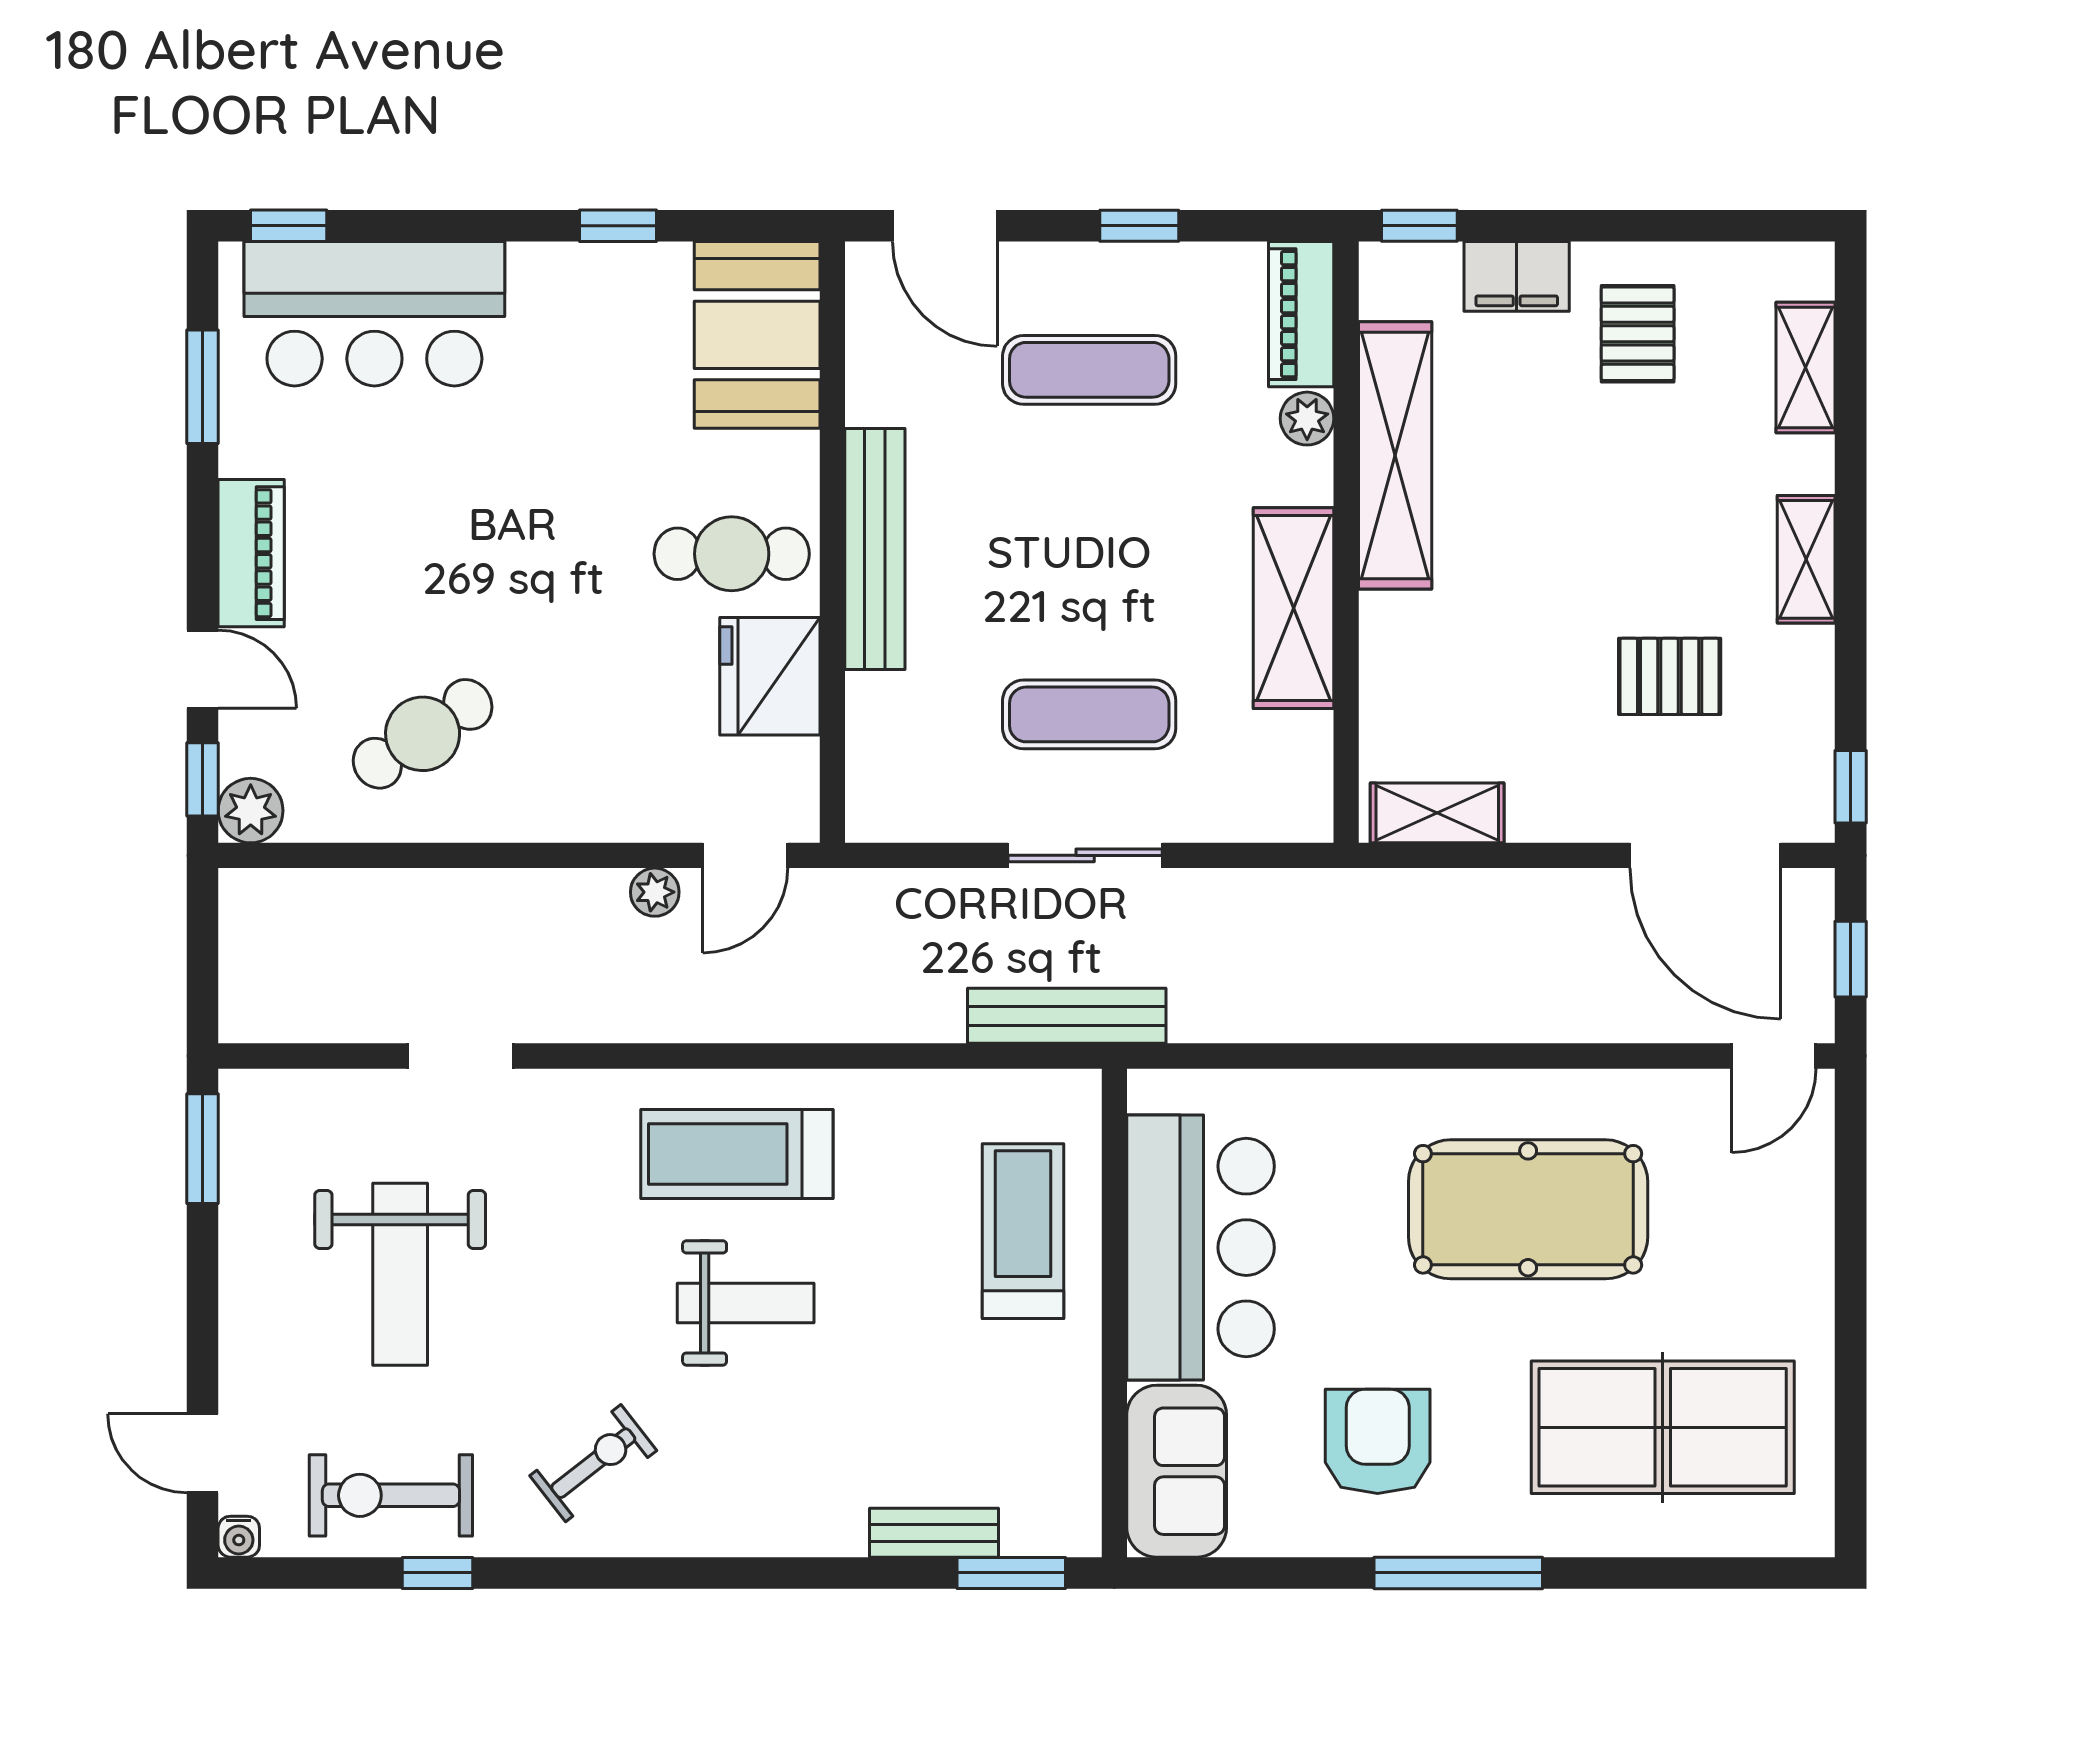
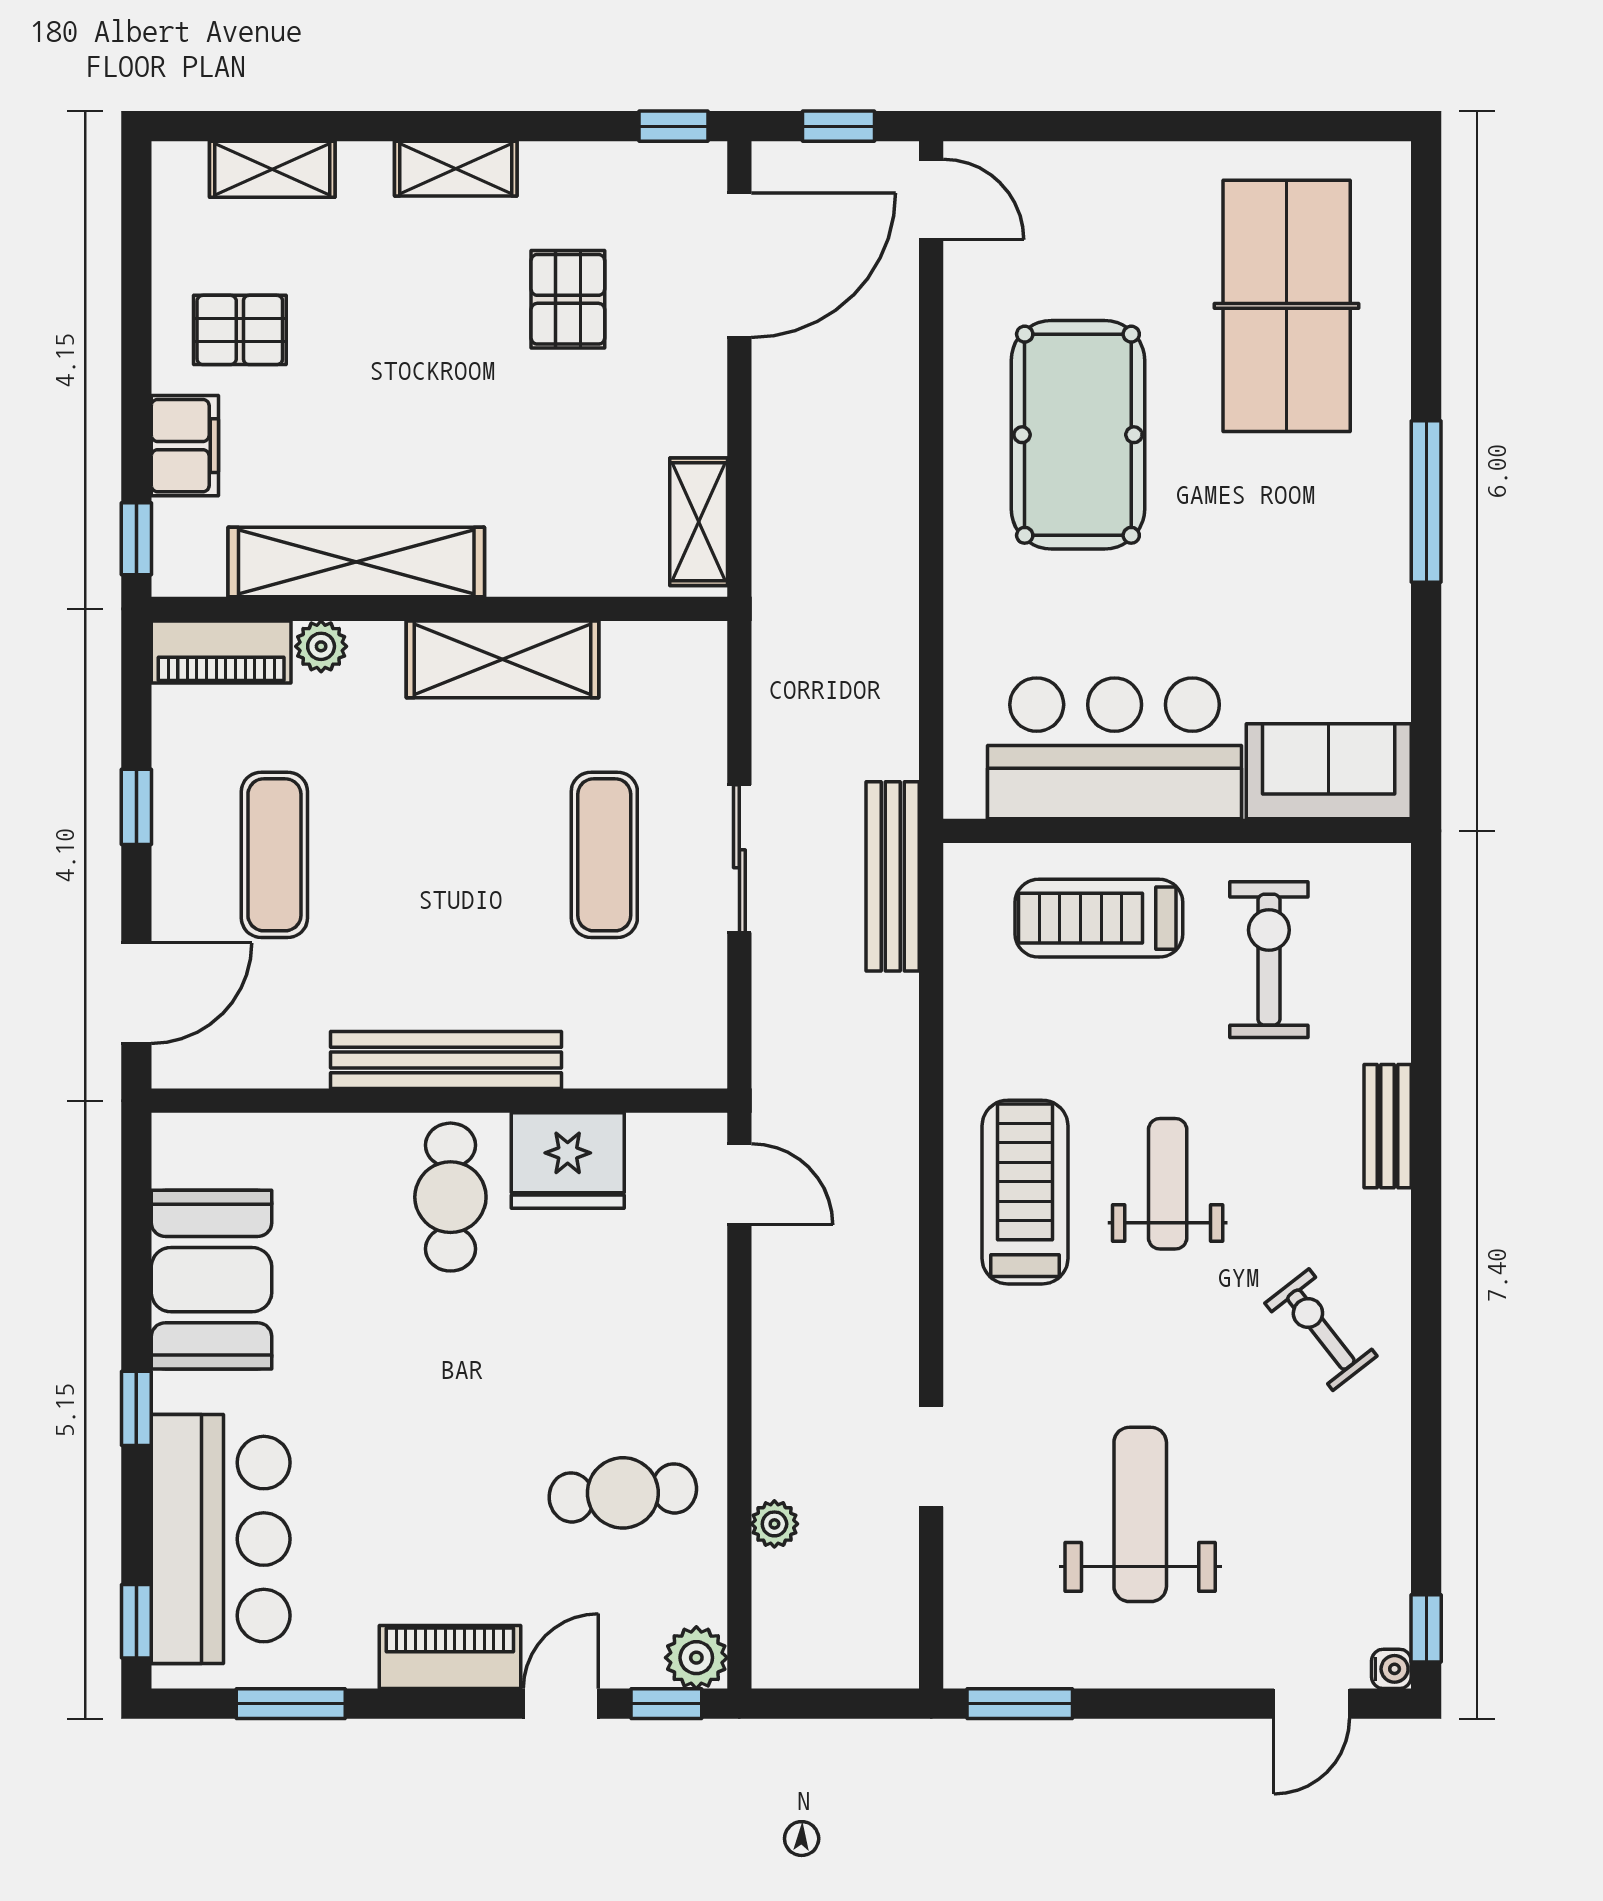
window: (618, 226) -> (136, 1408), moved
booth: (757, 335) -> (211, 1280), moved, turned 90
cafe table: (423, 734) -> (623, 1493), turned -62
plant: (655, 892) -> (774, 1524), moved
treadmill: (737, 1154) -> (1025, 1192), turned 180
weight bench: (400, 1274) -> (1140, 1514), turned -90
armchair: (1378, 1441) -> (1300, 579), removed
exercise bike: (391, 1495) -> (1269, 960), moved, turned 180
bench: (934, 1533) -> (1388, 1126), moved
window: (438, 1573) -> (1426, 1628), moved
window: (1011, 1573) -> (1426, 930), removed

